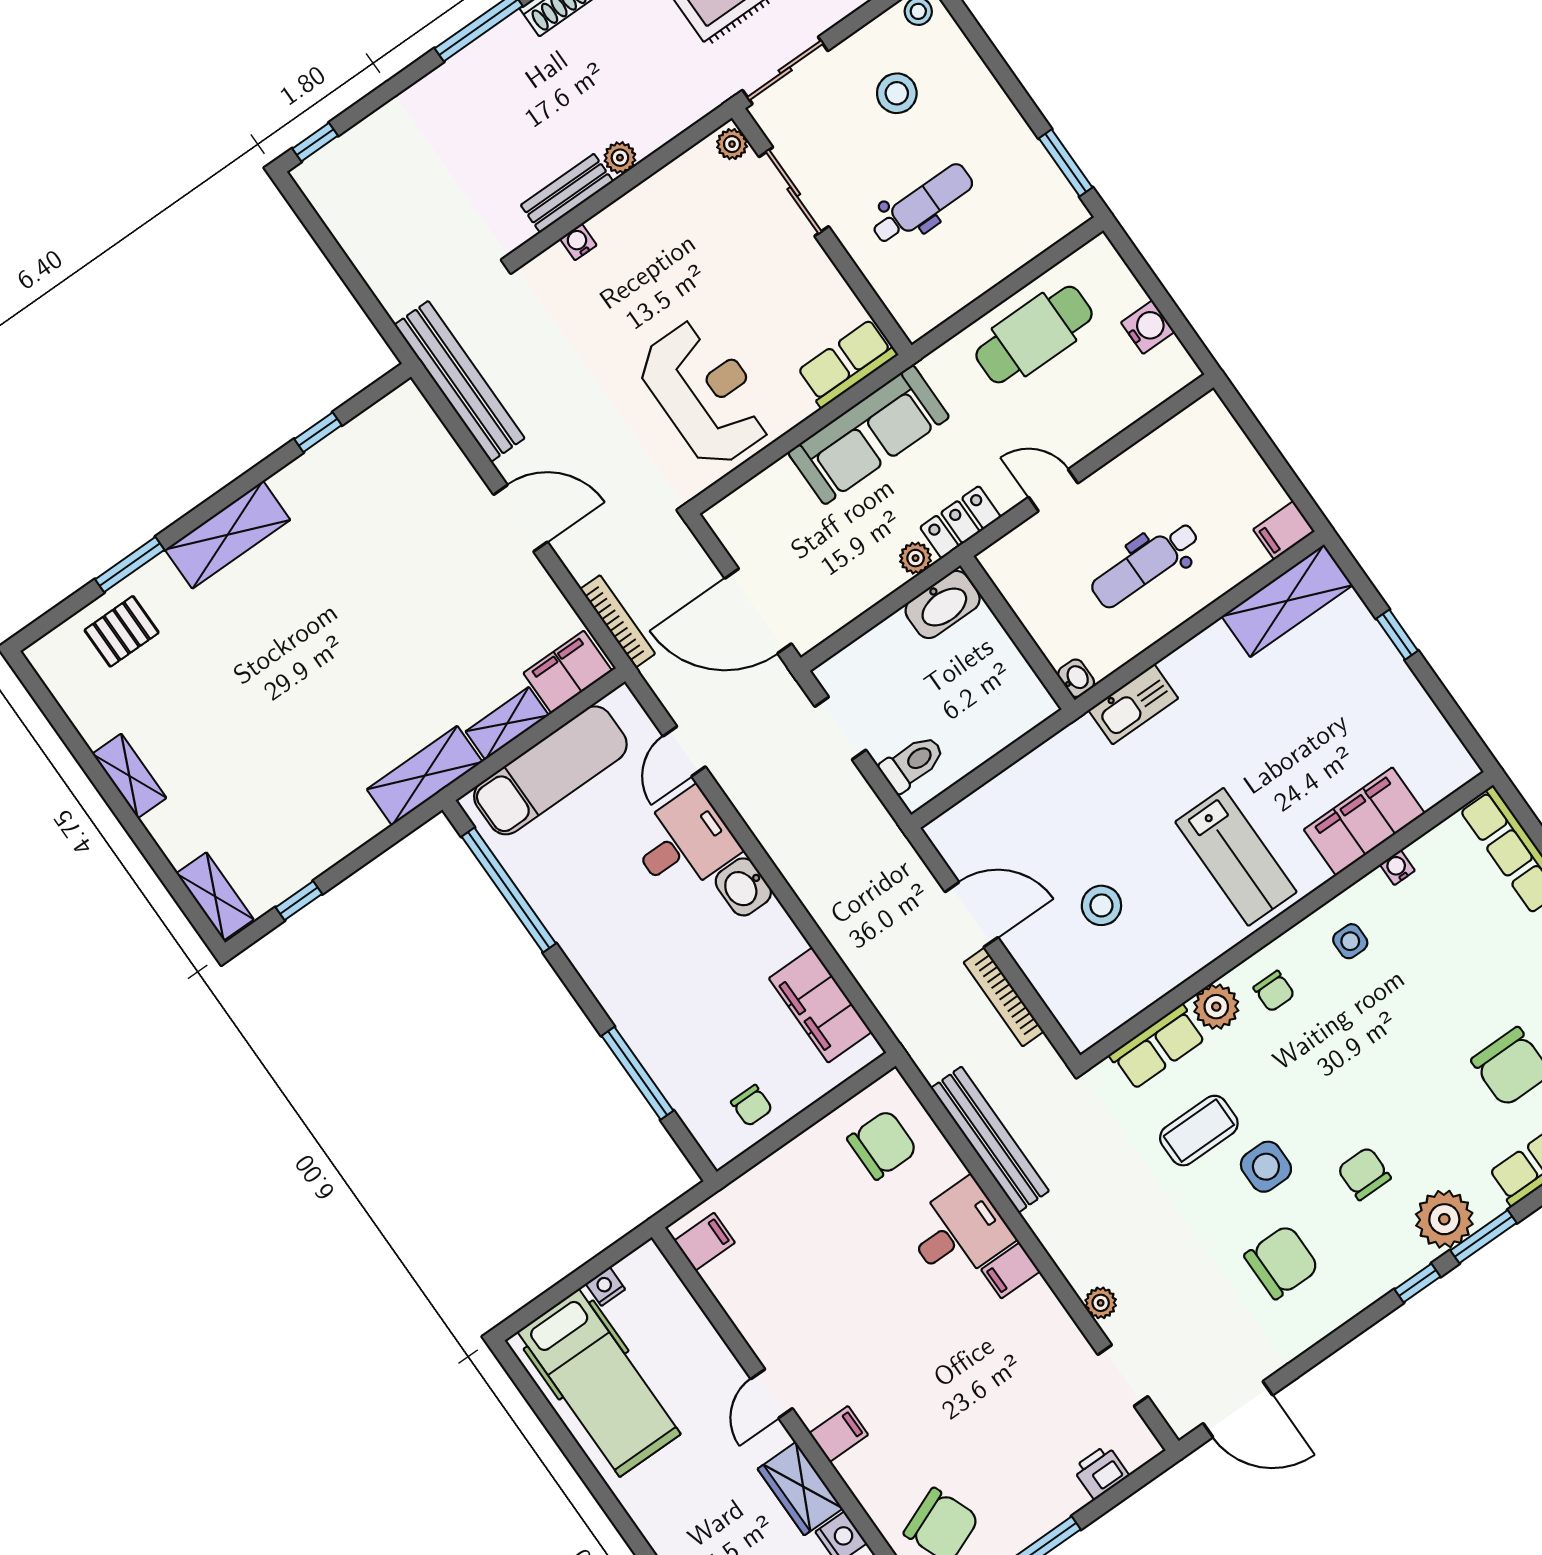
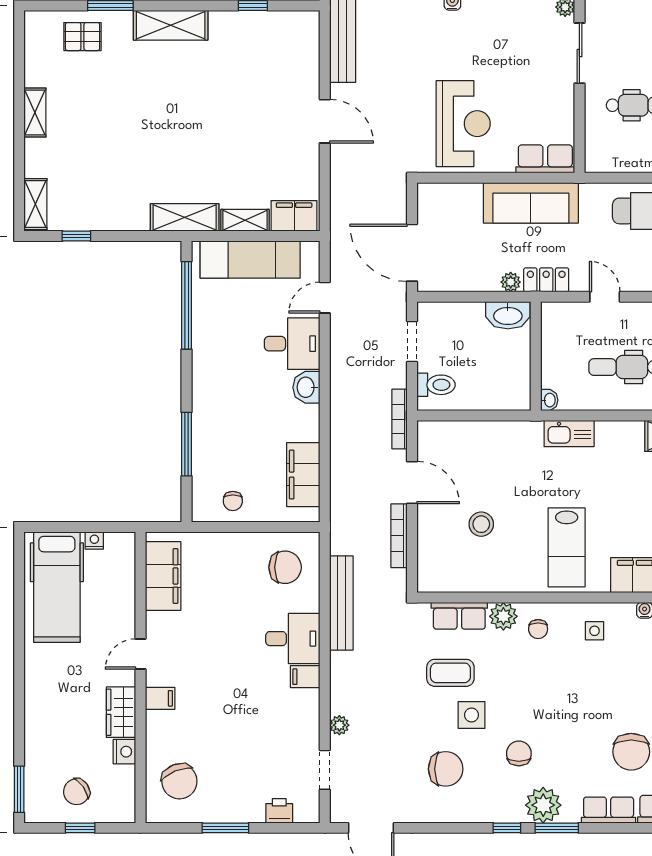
bookcase: (618, 621) -> (400, 419), moved, turned 180
filing cabinet: (705, 1242) -> (163, 576), width x3.00, depth x1.17

